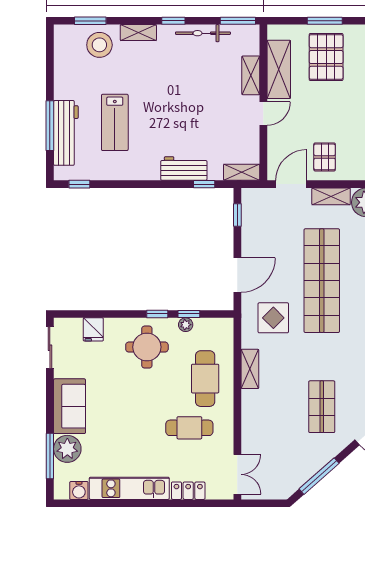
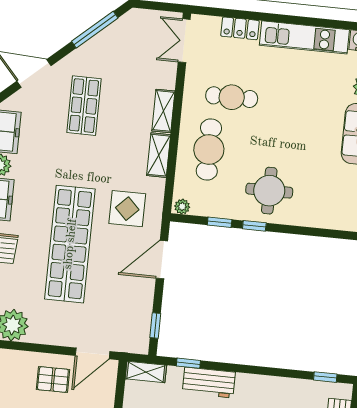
pallet: (325, 157) -> (53, 379), turned 90
shelving: (331, 196) -> (163, 111), moved, turned 90
plant: (186, 325) -> (182, 207), moved
fridge: (93, 329) -> (326, 216), removed

